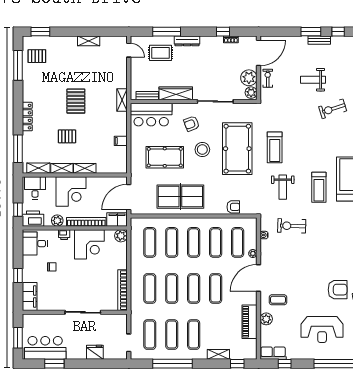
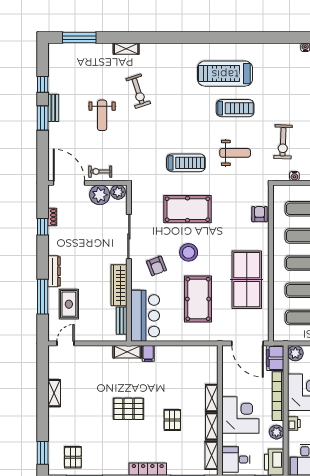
filing cabinet: (121, 141) -> (148, 353), moved
pool table: (237, 149) -> (187, 209), width x0.73, depth x0.76

